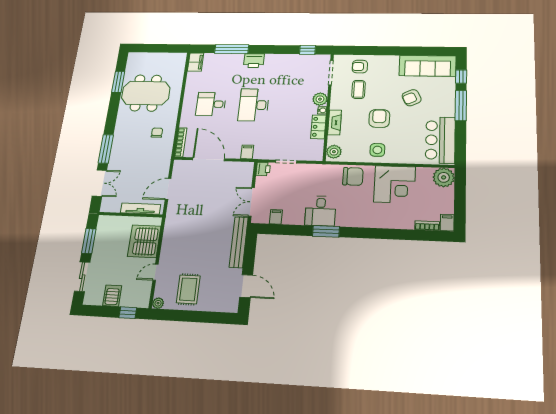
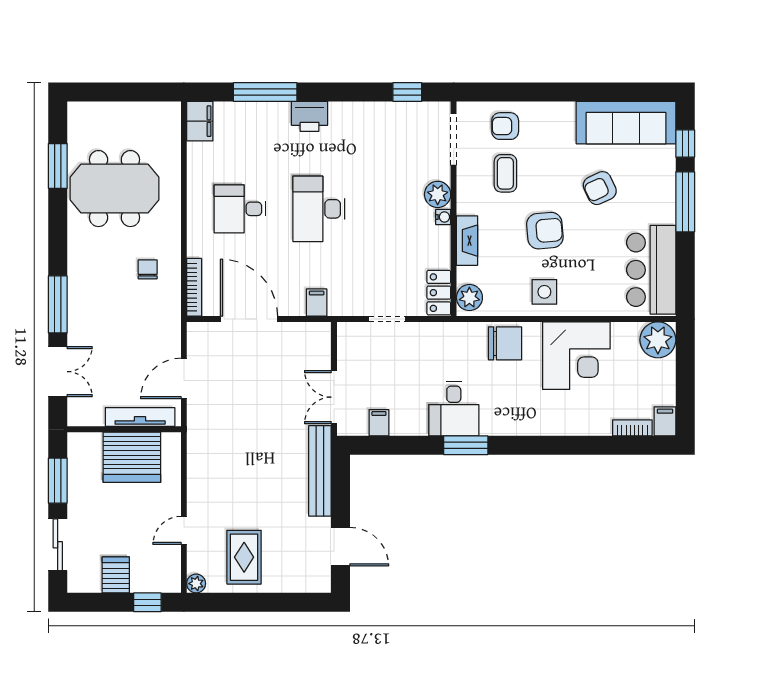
armchair: (379, 118) -> (545, 231), turned 85
locker: (318, 127) -> (439, 293), moved
printer: (263, 169) -> (348, 335), removed
server rack: (144, 241) -> (132, 457), moved, turned -90

